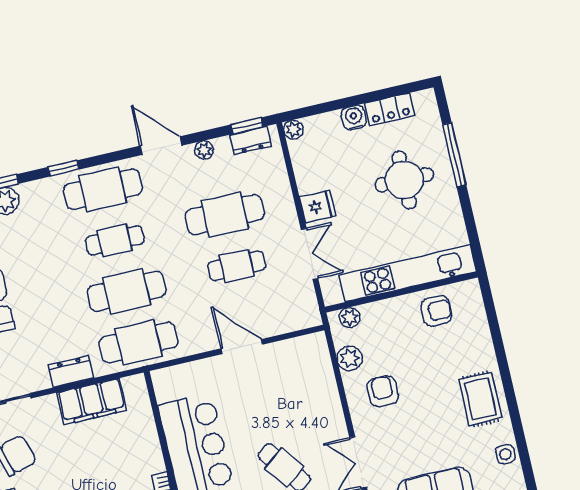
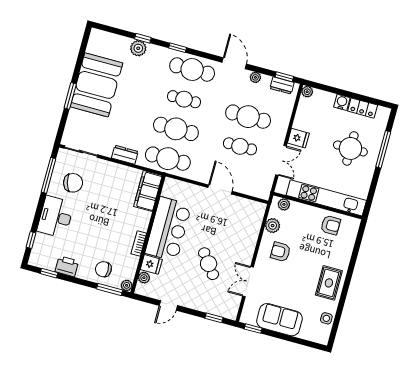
armchair: (383, 391) -> (281, 252), turned -90
filing cabinet: (92, 401) -> (148, 191), moved, turned 90

